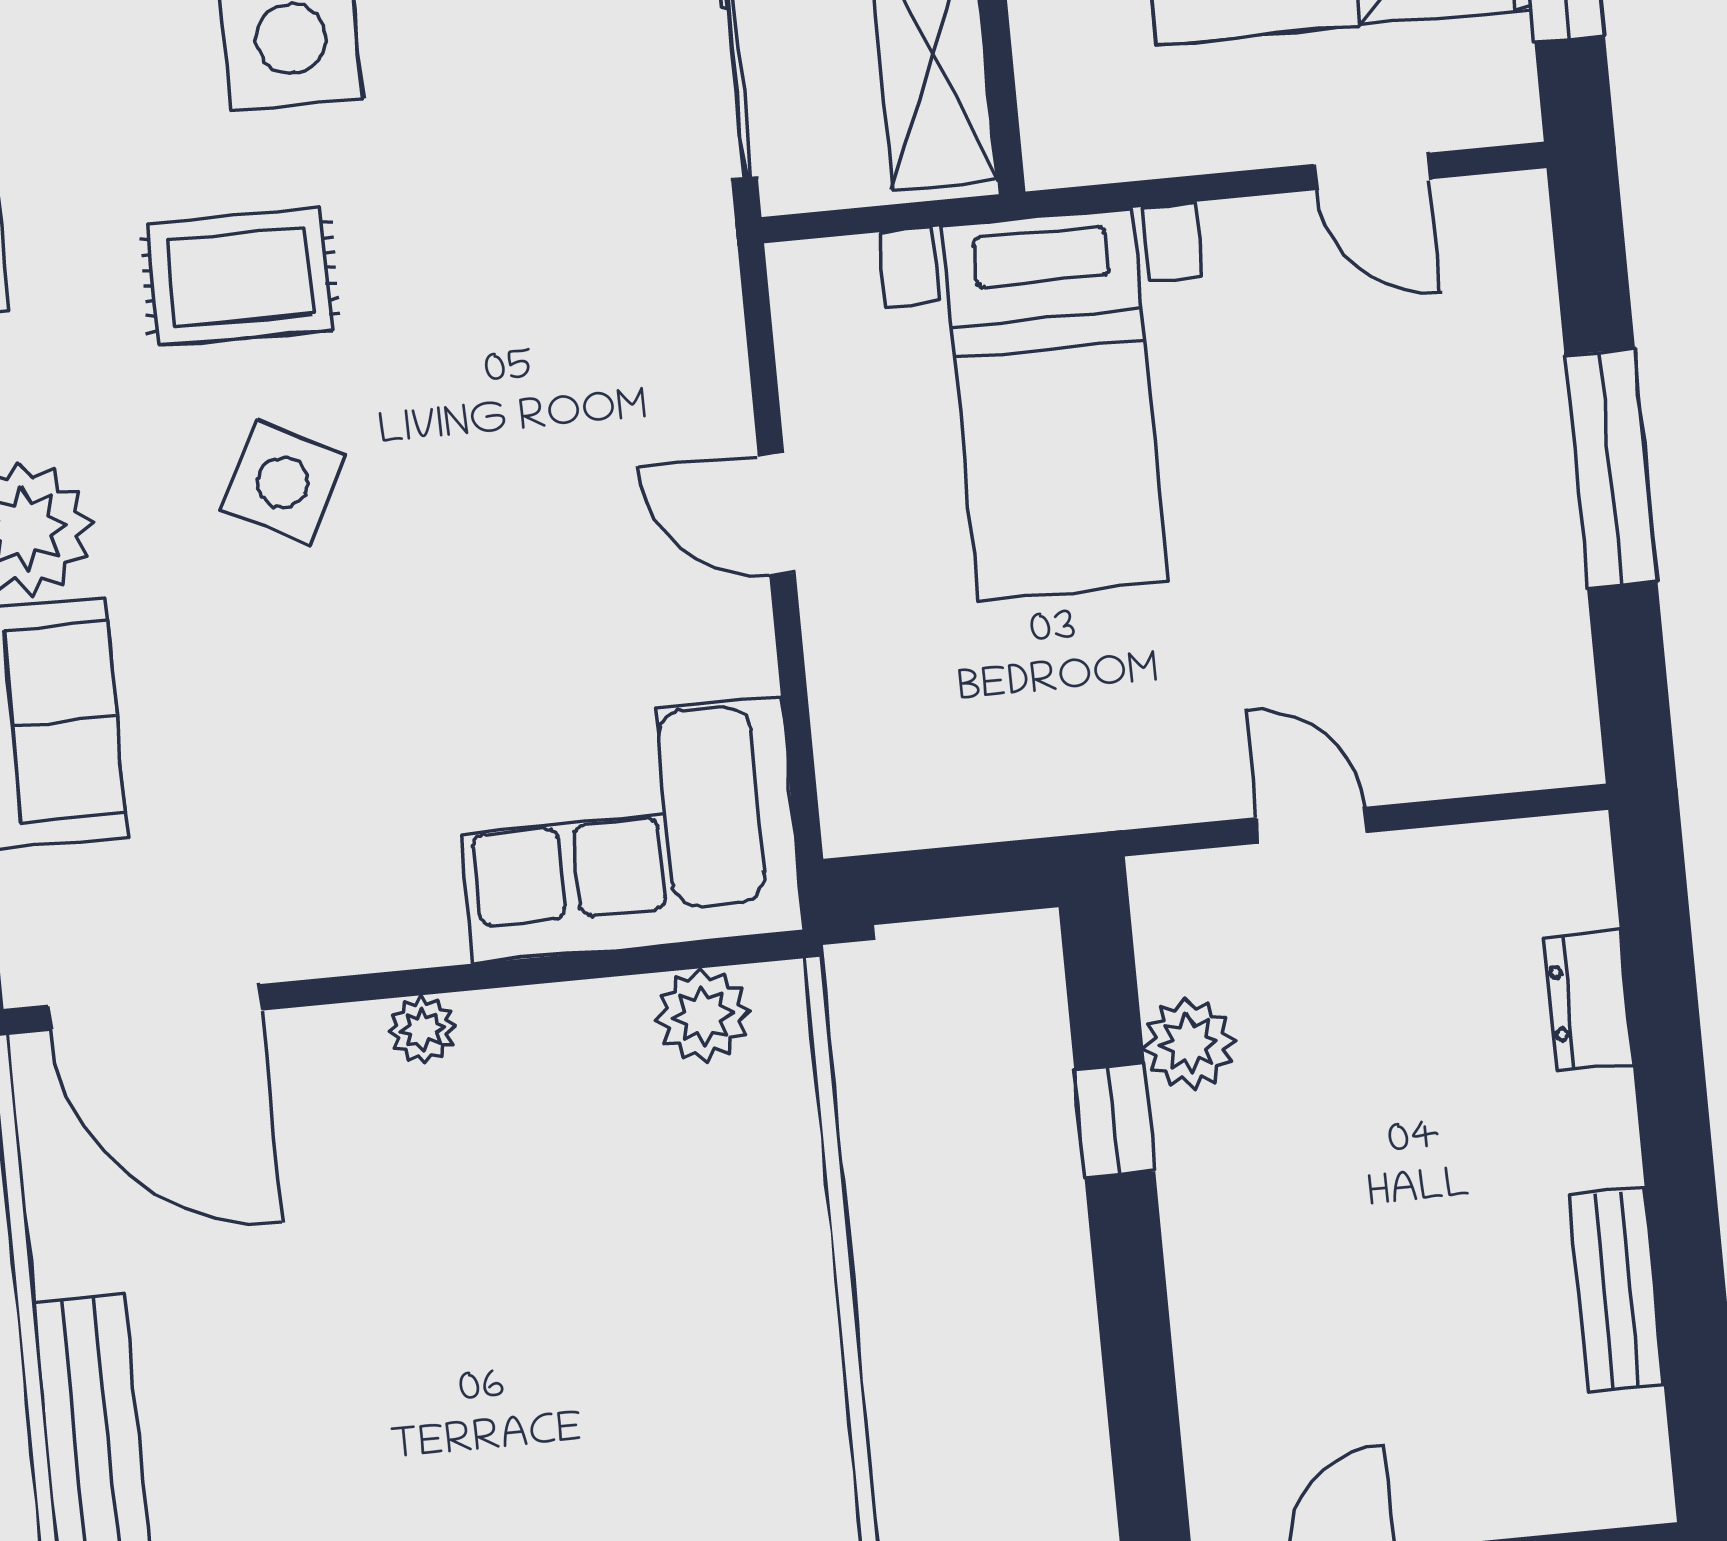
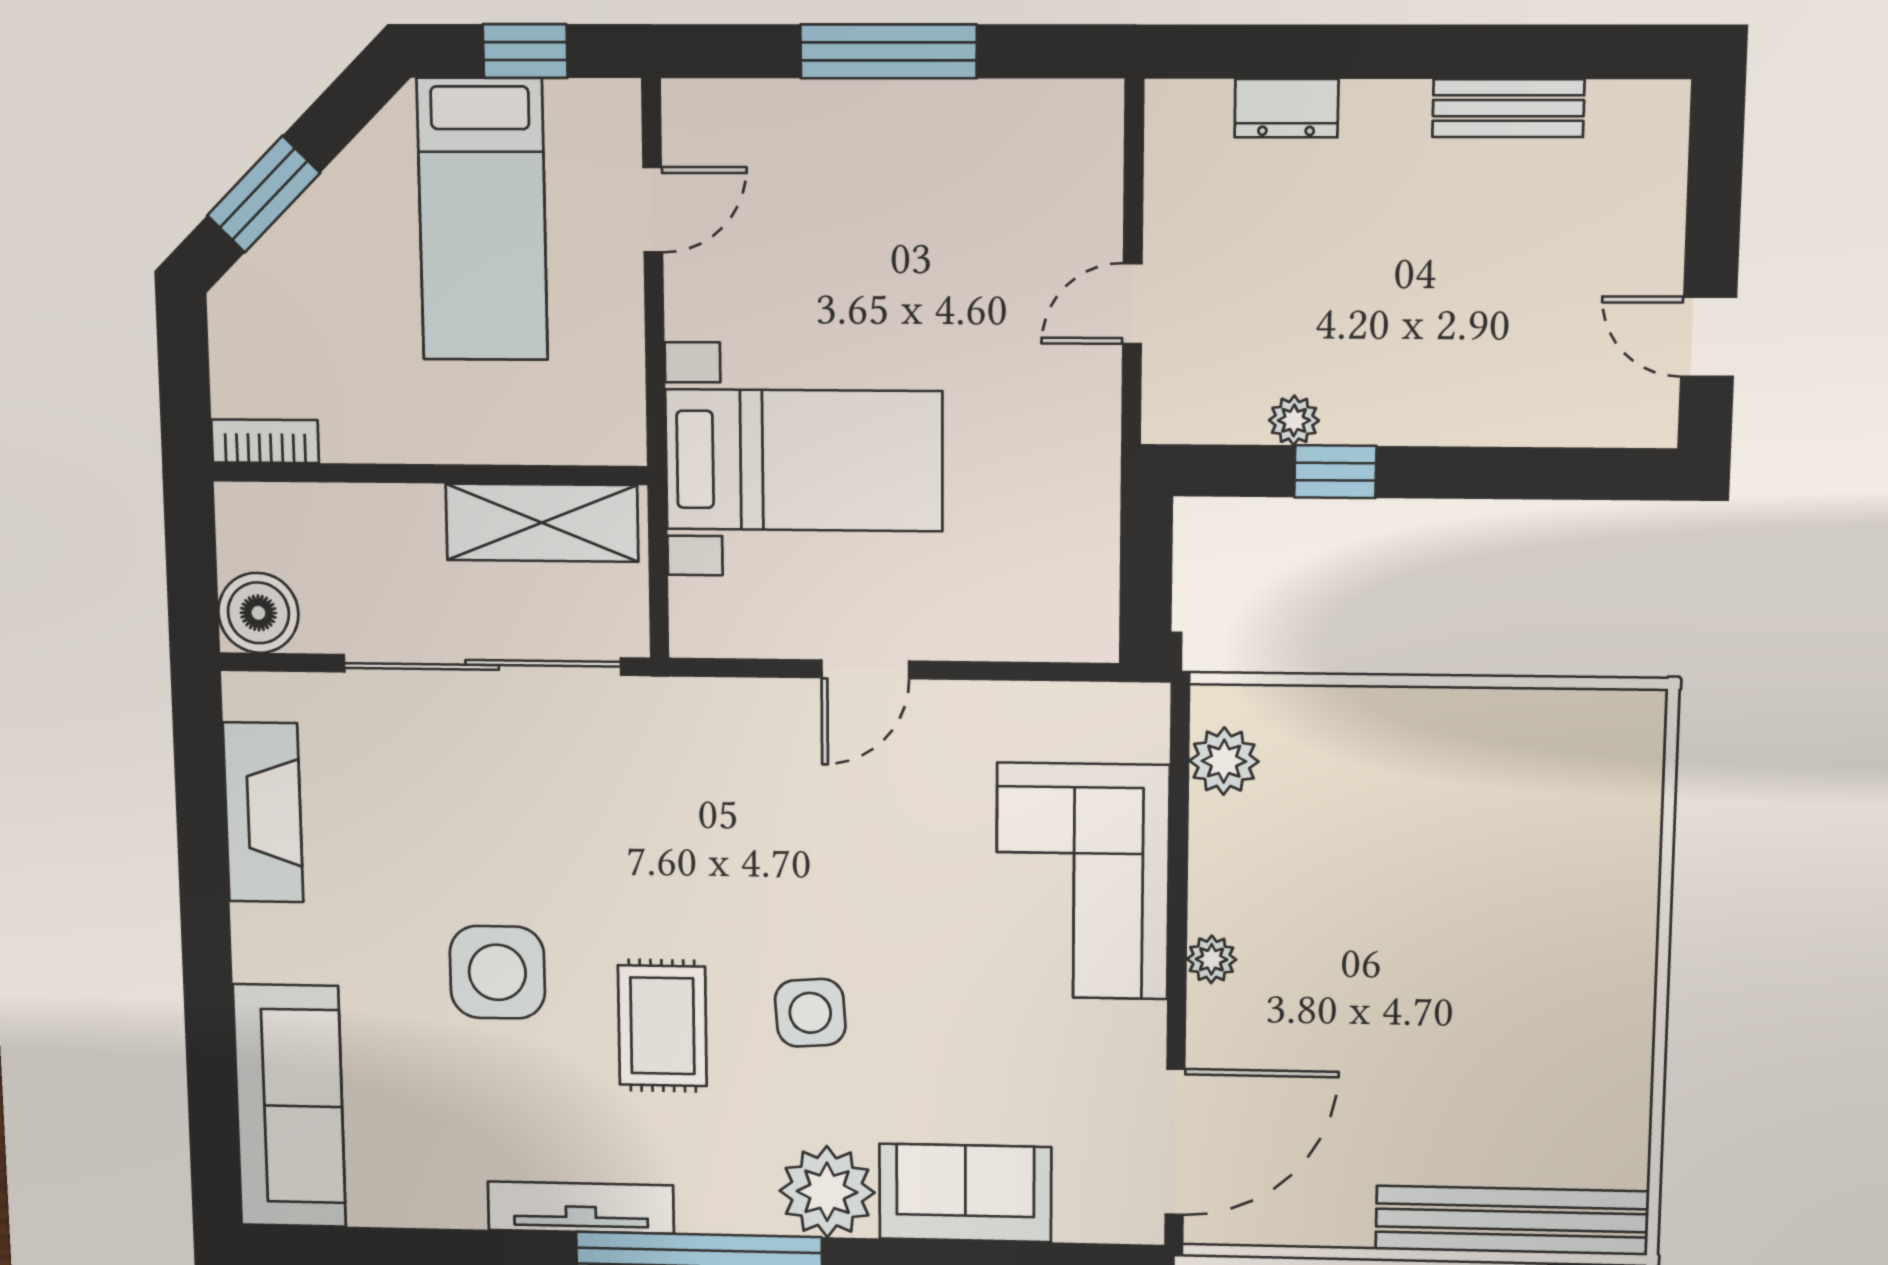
side table: (283, 482) -> (810, 1013), turned -31
corner sofa: (627, 830) -> (1082, 881), moved
plant: (1189, 1044) -> (1294, 420), width x0.73, depth x0.73

